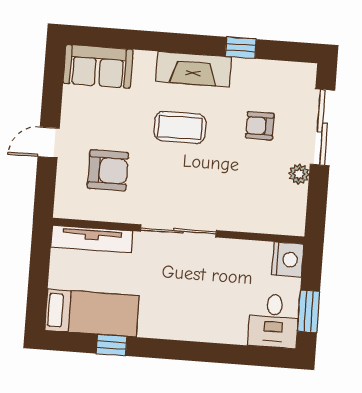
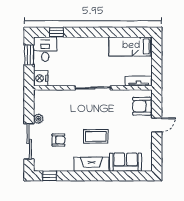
window: (241, 48) -> (50, 176), moved
sofa: (98, 66) -> (126, 162), moved
armchair: (108, 170) -> (142, 106), moved
tv unit: (92, 239) -> (139, 81), width x0.71
window: (112, 345) -> (57, 32), moved

